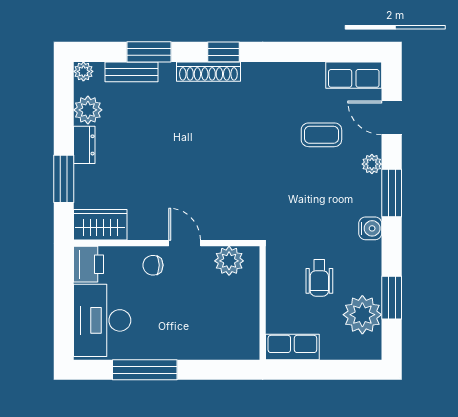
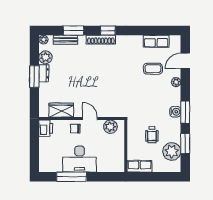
row of seats: (354, 75) -> (156, 41), moved
door: (392, 118) -> (185, 61), hinge flipped
window: (64, 179) -> (34, 77), moved
window: (392, 193) -> (185, 112), moved
wardrobe: (100, 225) -> (61, 110), moved
desk: (102, 320) -> (80, 159), moved, turned -90

